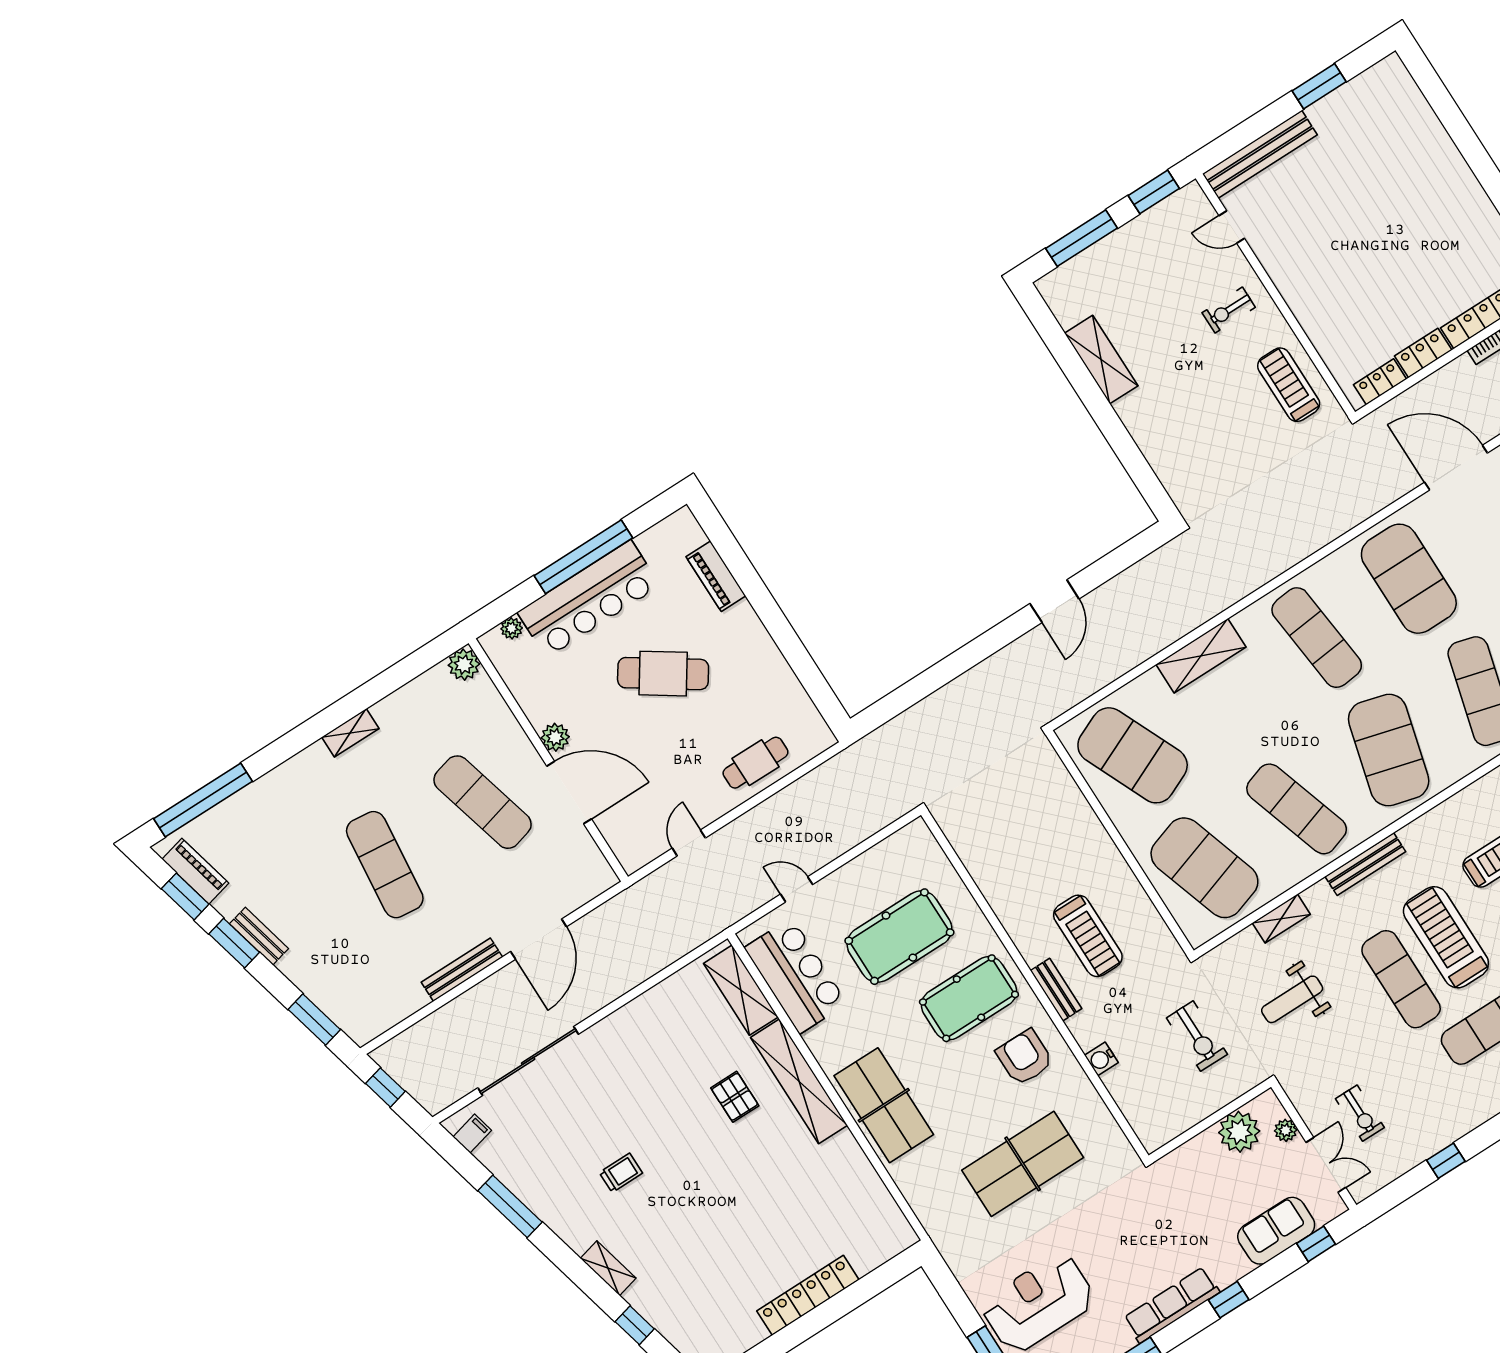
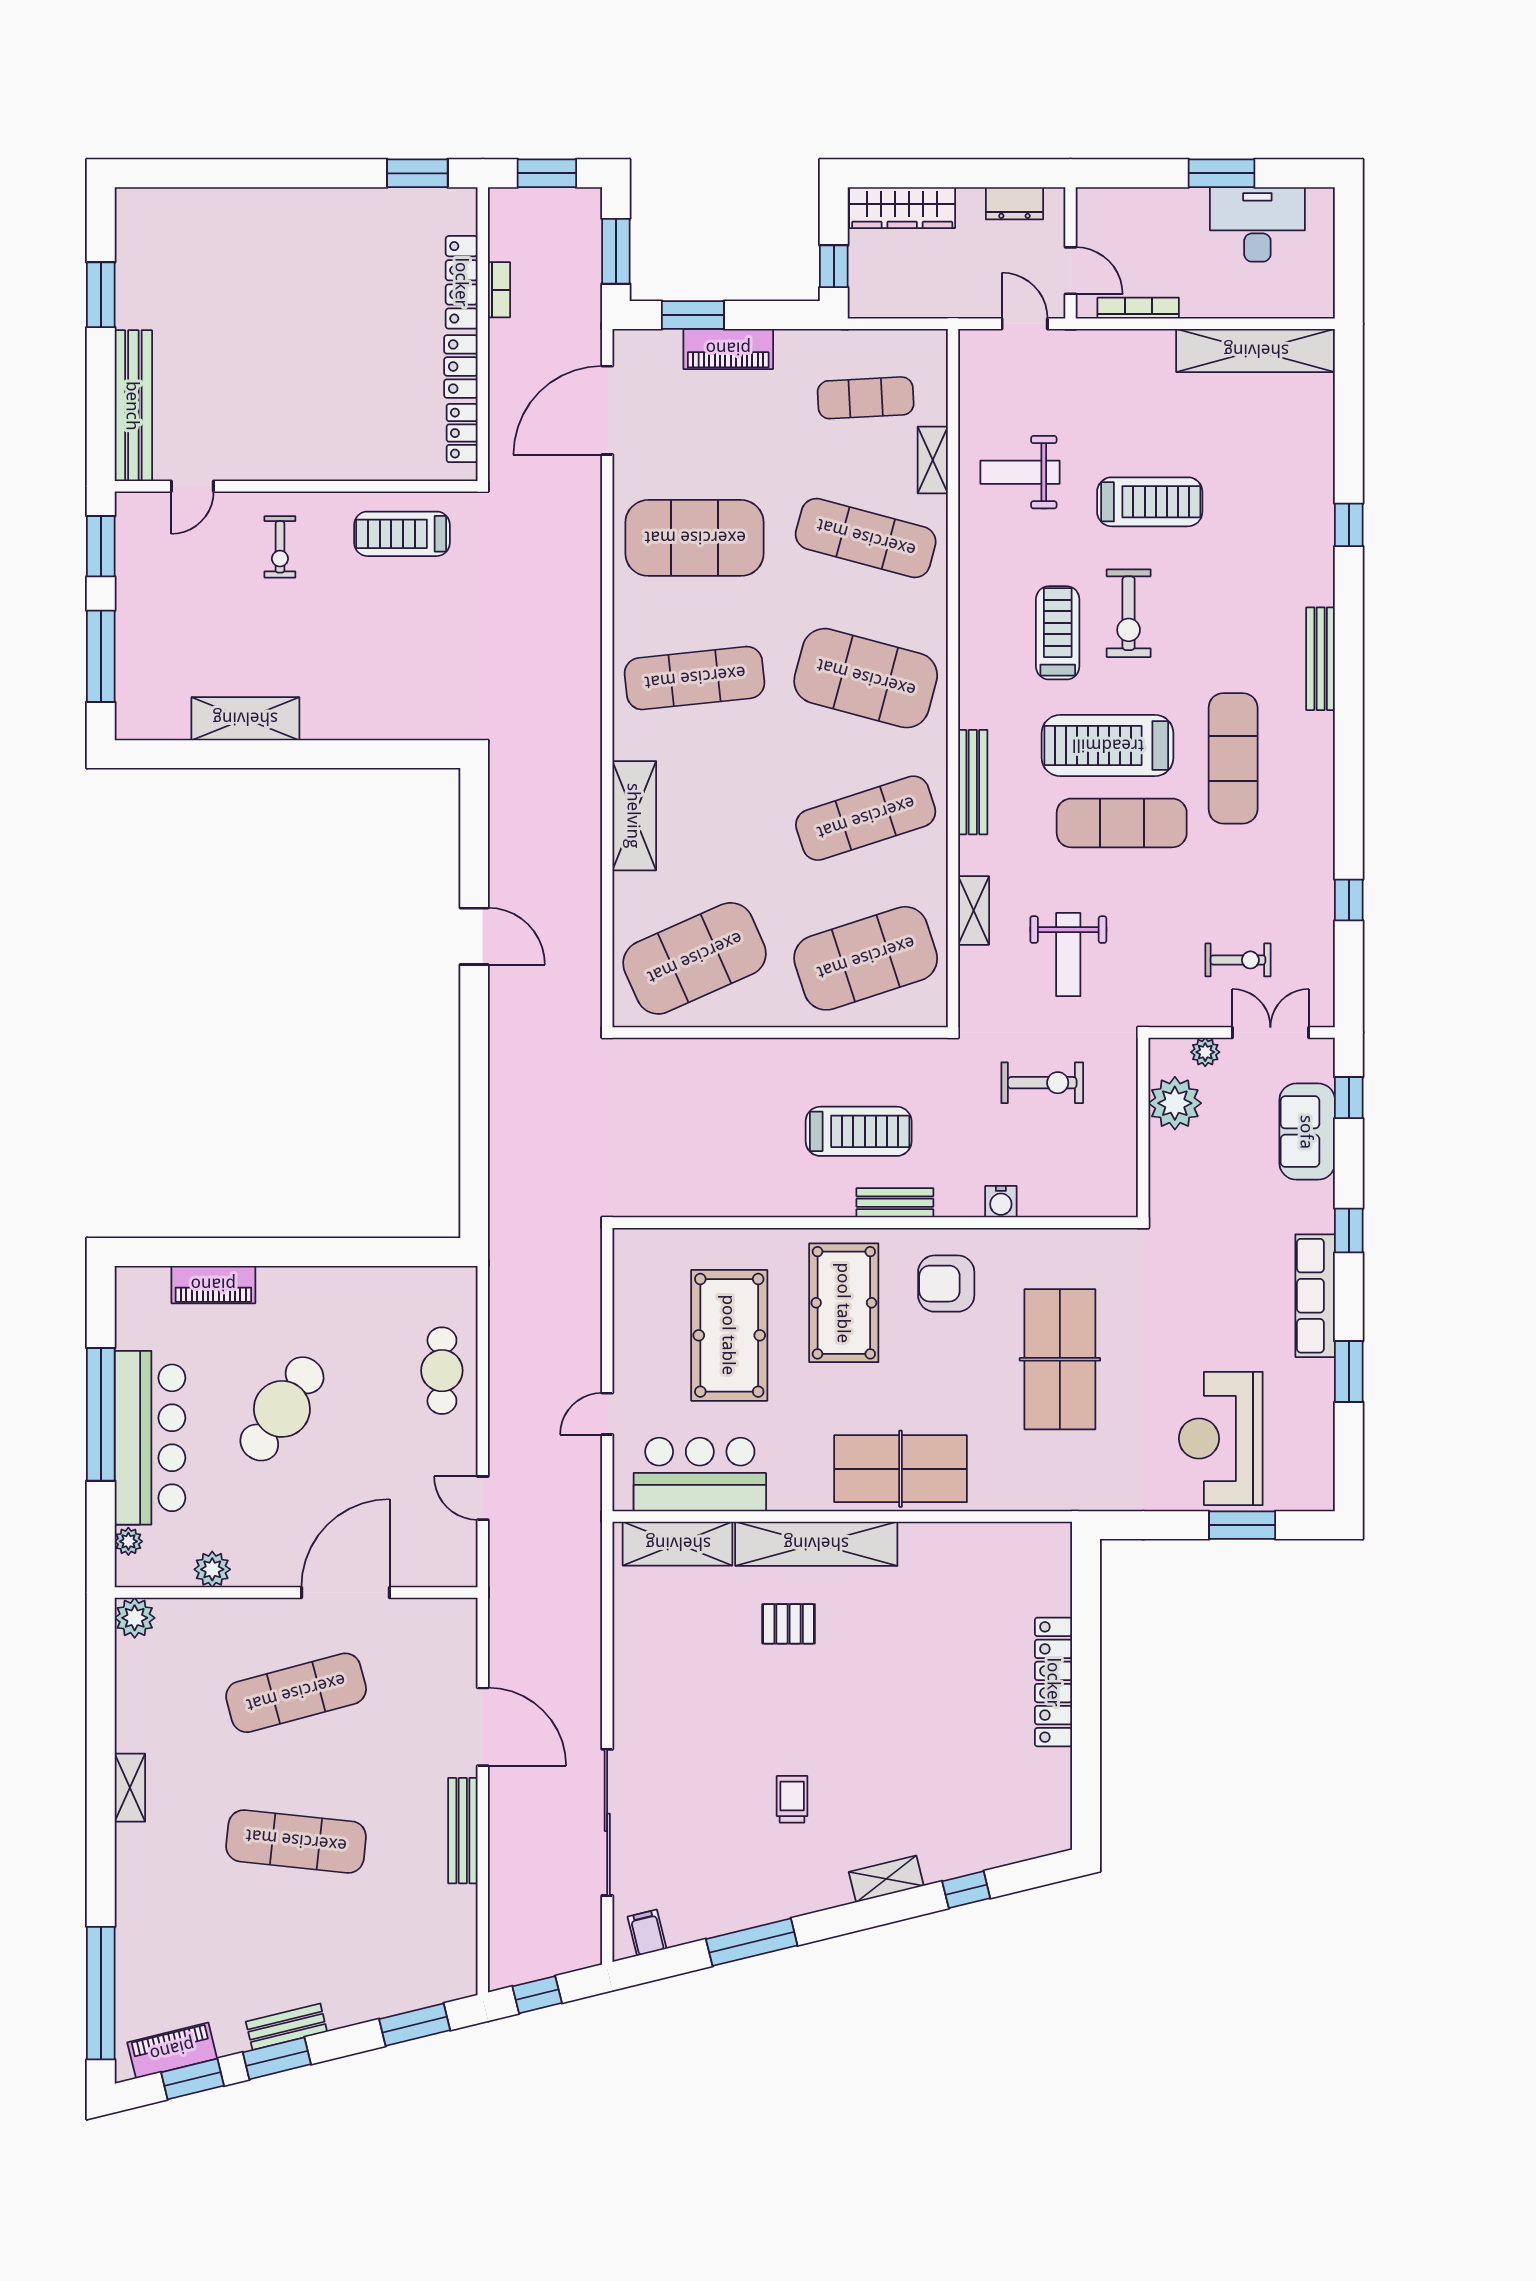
plant: (555, 737) -> (212, 1569), moved

